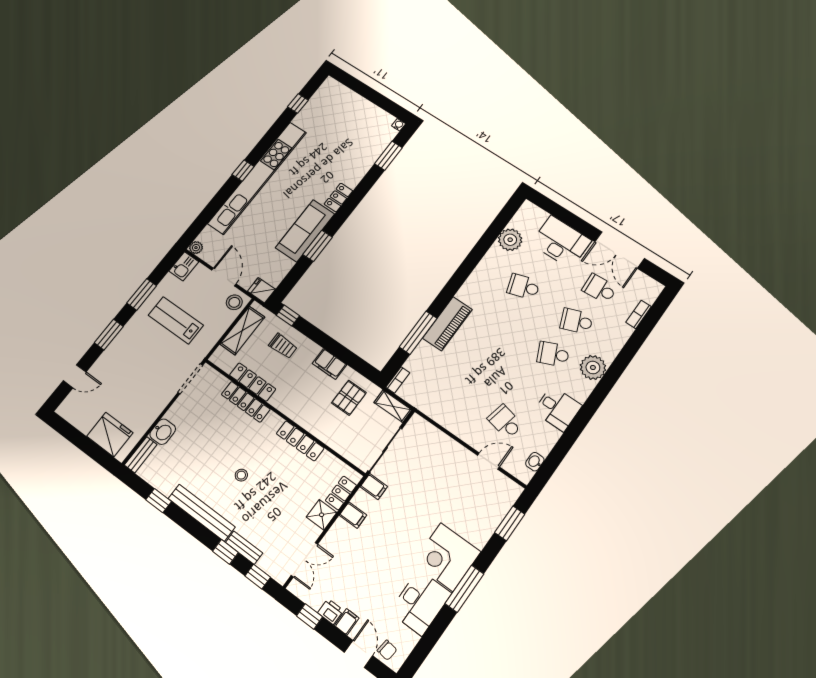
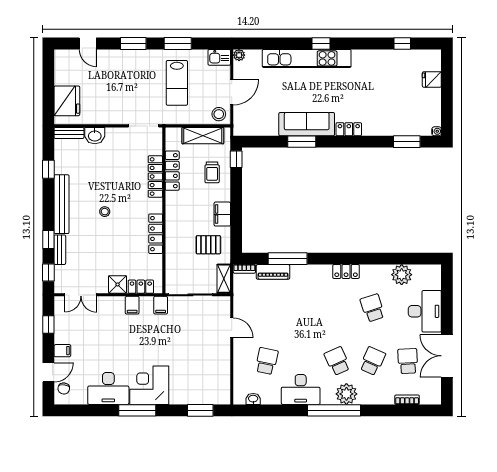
kitchen unit: (257, 178) -> (307, 58), width x0.73
locker: (470, 288) -> (346, 271), added
fridge: (261, 290) -> (432, 79), moved, turned -90
lab bench: (176, 320) -> (177, 83), turned 180
school desk: (577, 321) -> (373, 361), turned 45
piano: (447, 324) -> (273, 272), moved, width x0.73, depth x0.75
window: (602, 391) -> (334, 410), added
desk: (558, 408) -> (301, 389), width x1.37
door: (488, 461) -> (232, 328), moved
printer: (331, 612) -> (61, 336), removed

